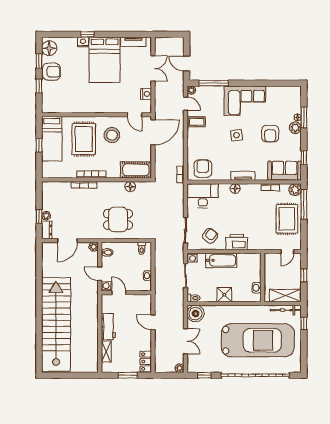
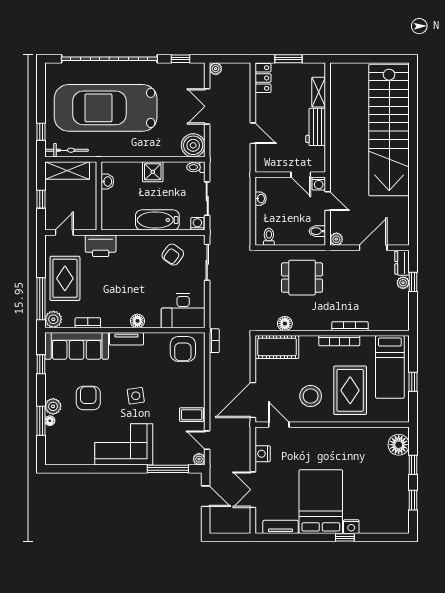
floor lamp: (49, 48) -> (399, 445), moved
armchair: (51, 72) -> (396, 485), removed
bed: (52, 139) -> (390, 367), moved, turned 180
sofa: (285, 171) -> (77, 346), width x1.36
printer: (237, 242) -> (101, 246), moved

